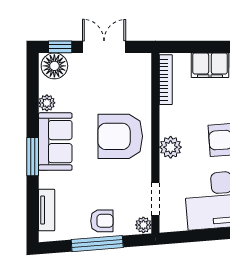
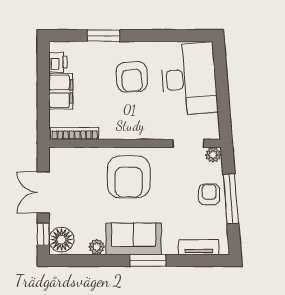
plant: (171, 147) -> (139, 129), removed

